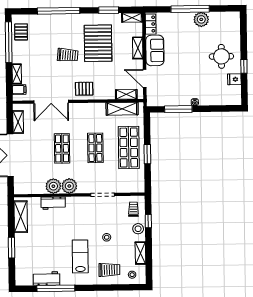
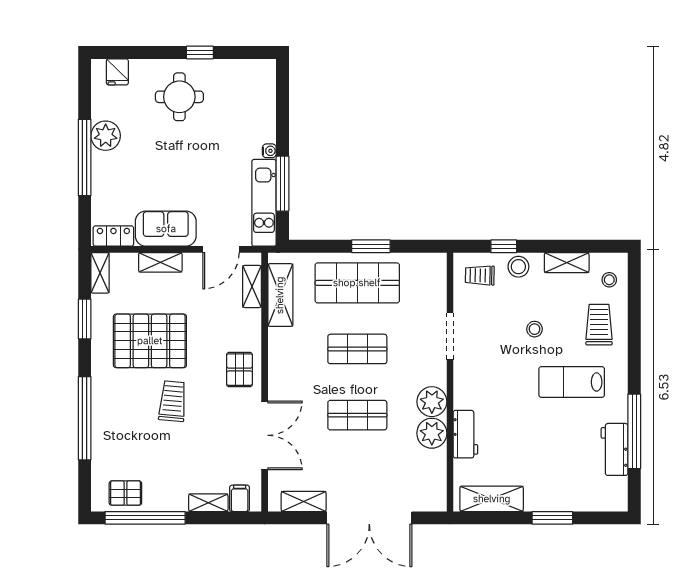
fridge: (234, 79) -> (117, 72), moved
kitchen unit: (169, 100) -> (264, 203), added

